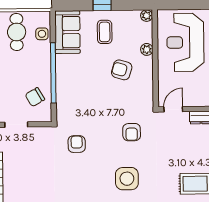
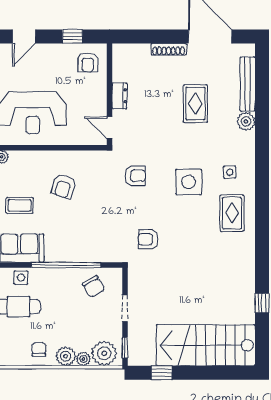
plant: (147, 49) -> (40, 157), removed

